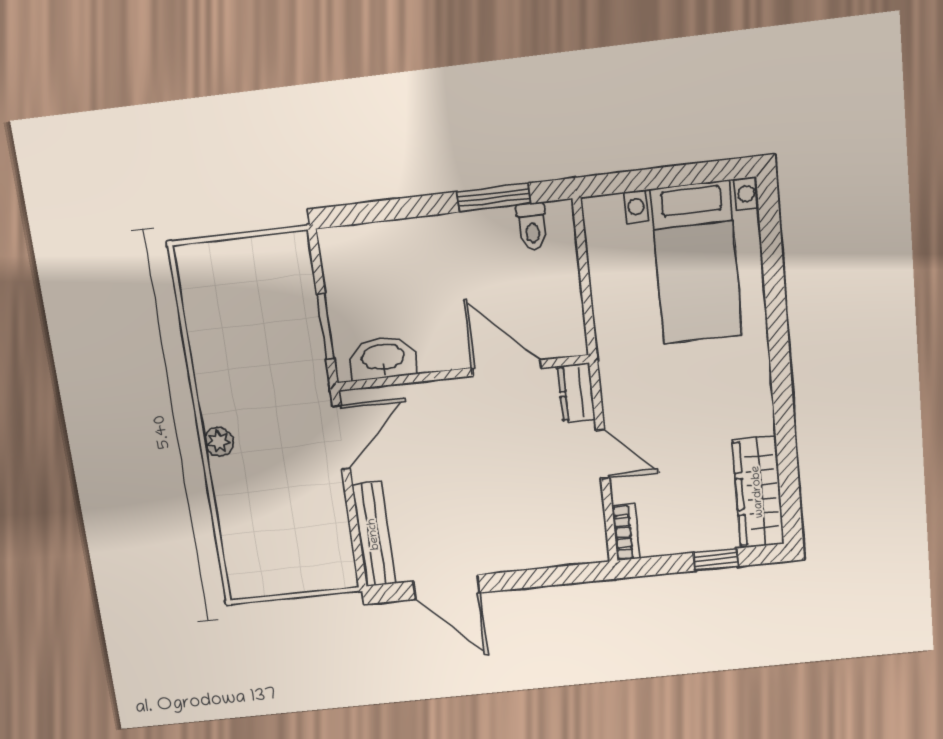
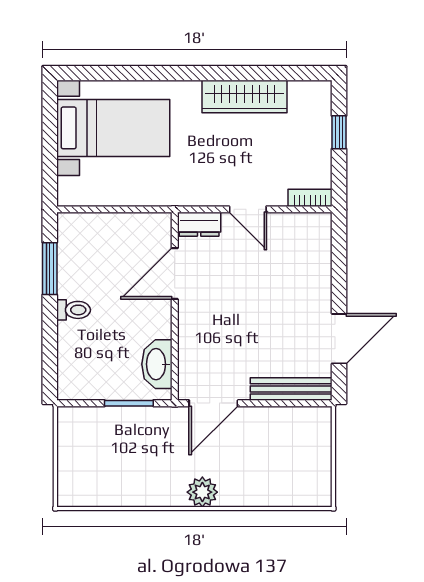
toilet: (532, 226) -> (74, 310), moved
door: (341, 437) -> (213, 403), swing flipped
plant: (219, 442) -> (202, 492), width x1.38, depth x1.38
door: (603, 454) -> (248, 209), swing flipped
wardrobe: (758, 492) -> (244, 97), moved

